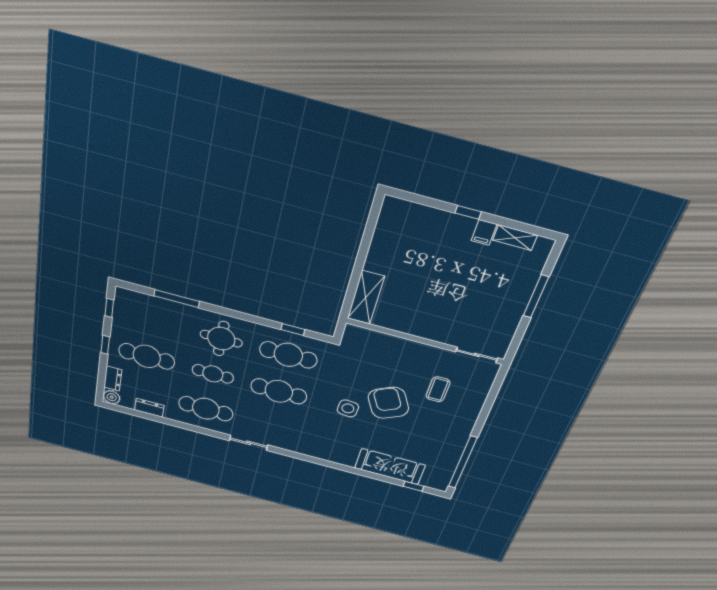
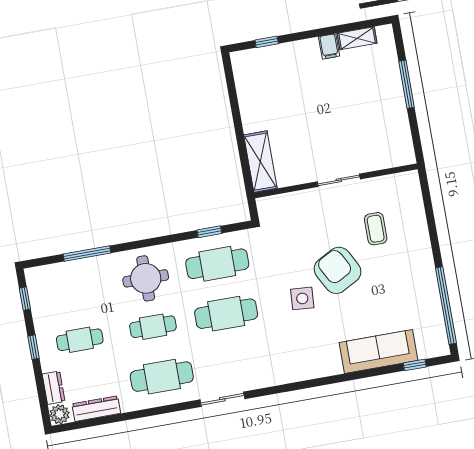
window: (468, 212) -> (267, 42), moved
sliding door: (477, 355) -> (339, 180), moved
cafe table: (147, 356) -> (80, 340), width x0.73, depth x0.74
dresser: (149, 408) -> (96, 409), width x1.44

